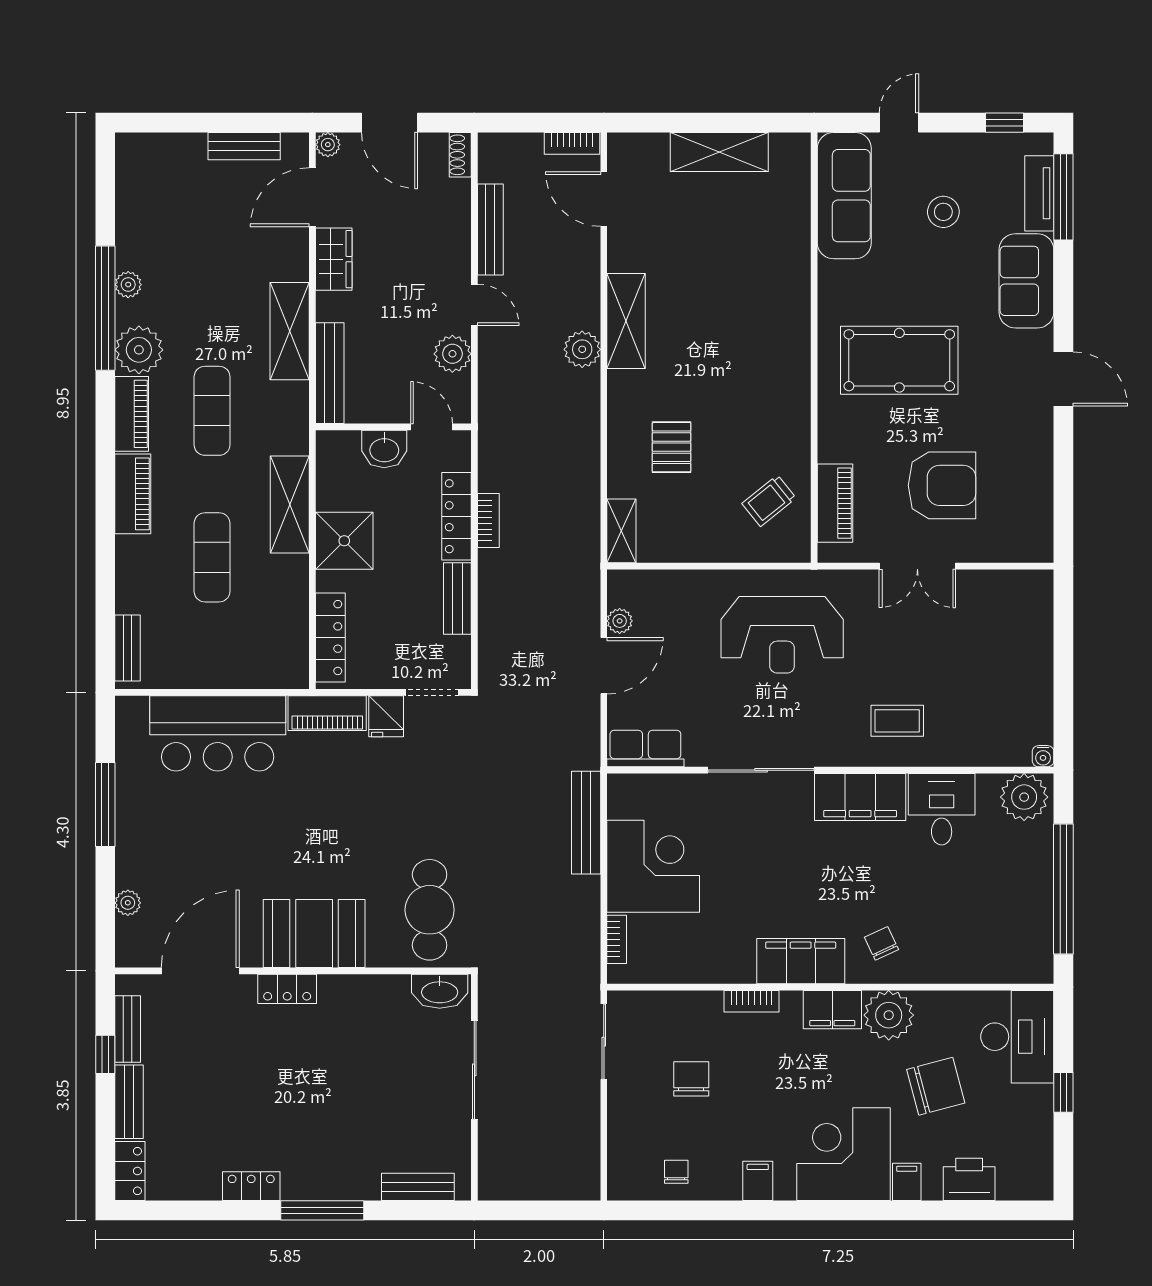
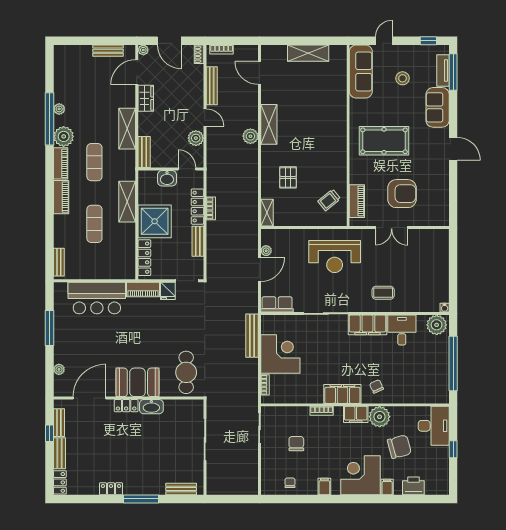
bookcase: (572, 143) -> (222, 49), moved
bench: (330, 373) -> (144, 152), width x0.73
shower: (344, 541) -> (155, 221), width x1.37, depth x1.37
washbasin: (440, 991) -> (151, 407), moved

